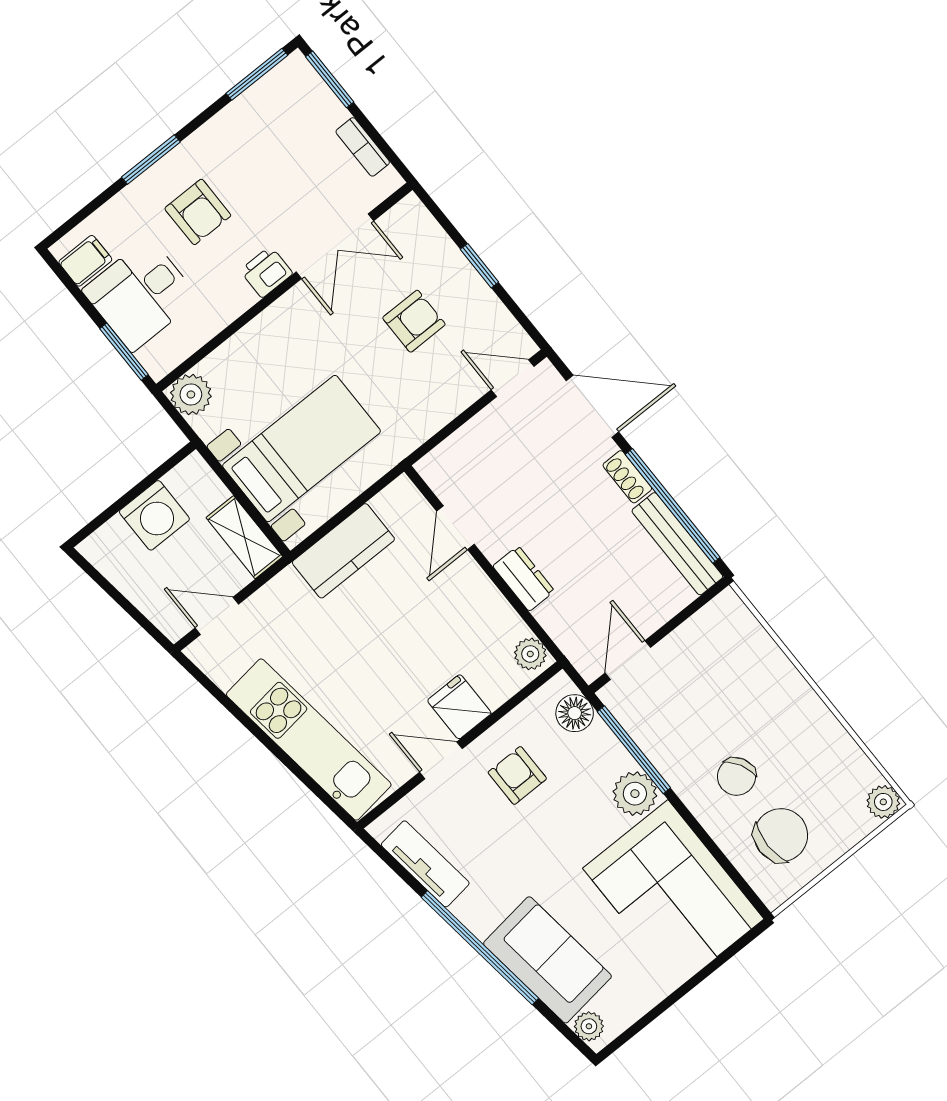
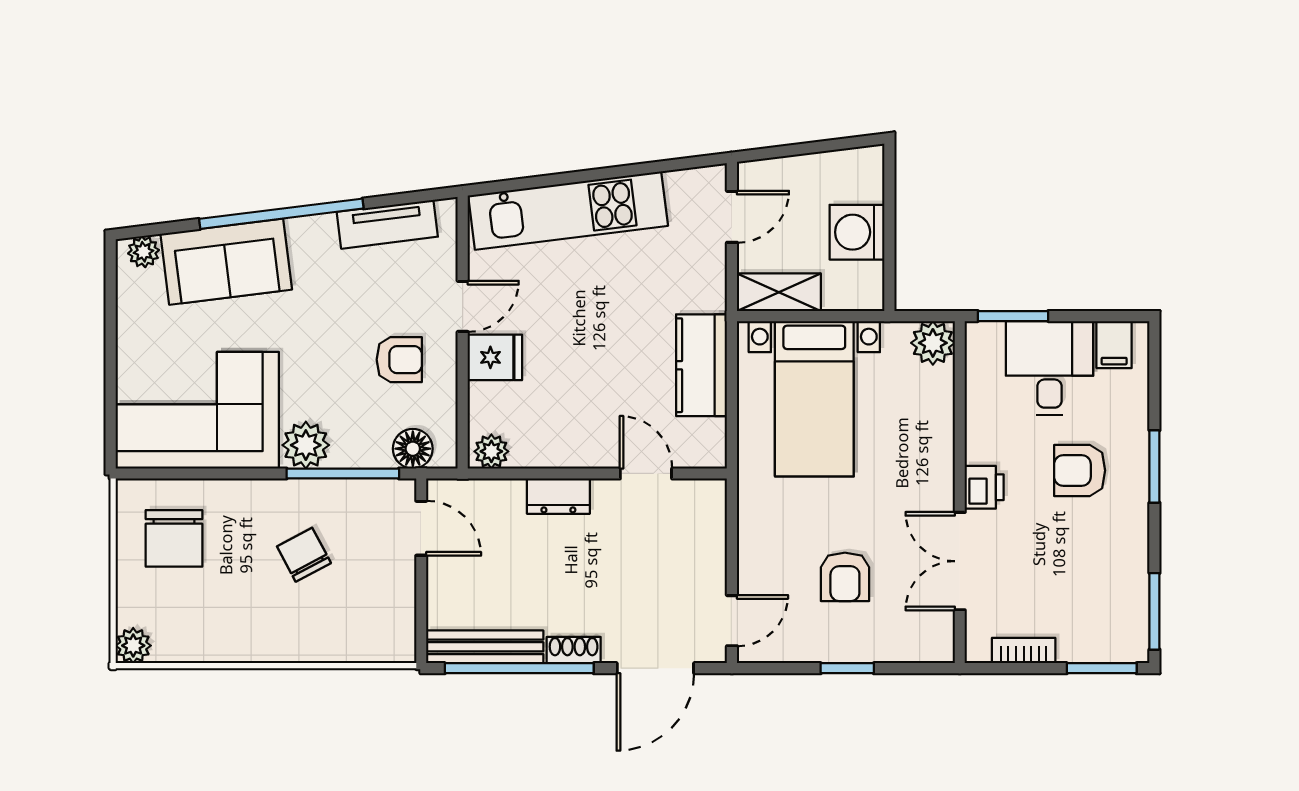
chair: (736, 777) -> (304, 555), moved

